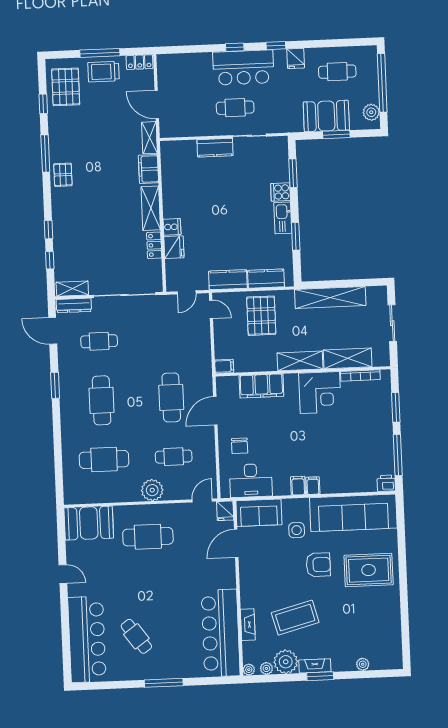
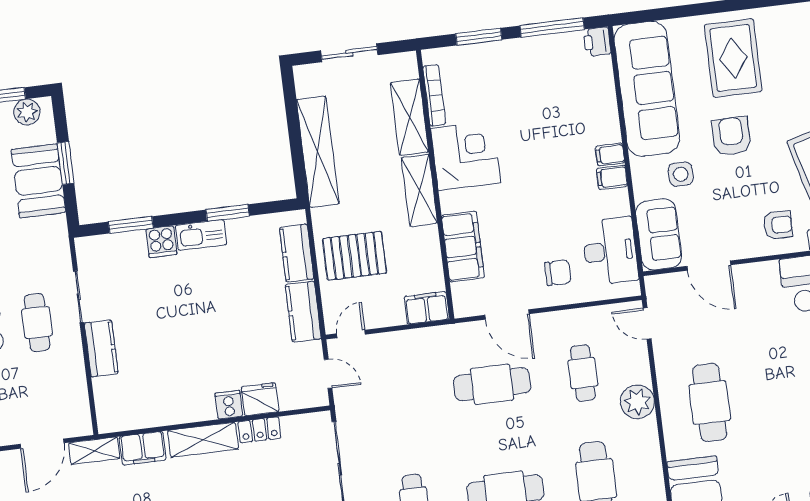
filing cabinet: (224, 366) -> (427, 308), width x2.00
fridge: (225, 511) -> (660, 287), removed
armchair: (259, 590) -> (778, 225), added

